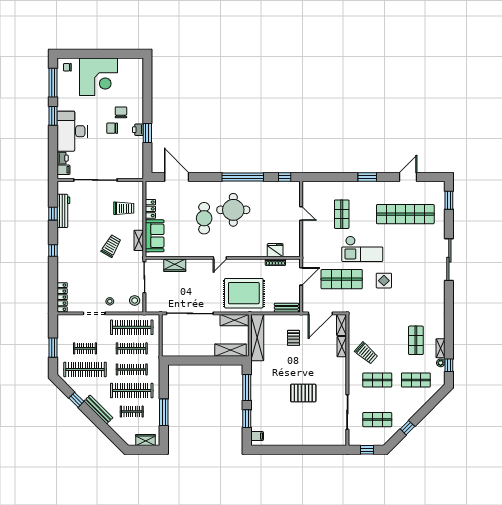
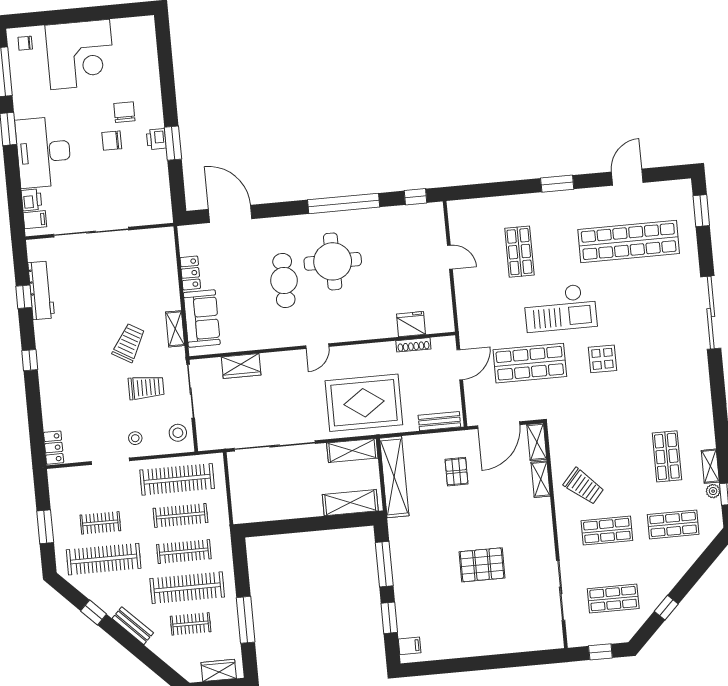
trolley: (124, 208) -> (146, 387), moved
locker: (62, 297) -> (54, 448), width x0.66
bench: (98, 409) -> (133, 626), width x0.73

